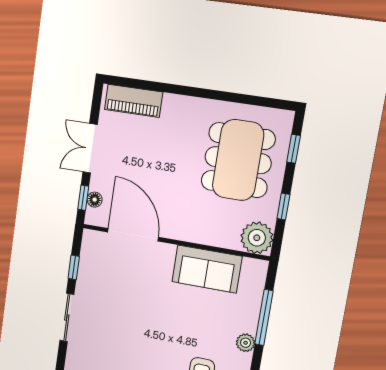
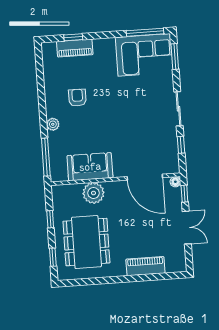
piano: (133, 101) -> (145, 266), moved
floor lamp: (95, 200) -> (175, 182), moved
plant: (257, 238) -> (93, 193), moved
window: (264, 317) -> (46, 157), moved

